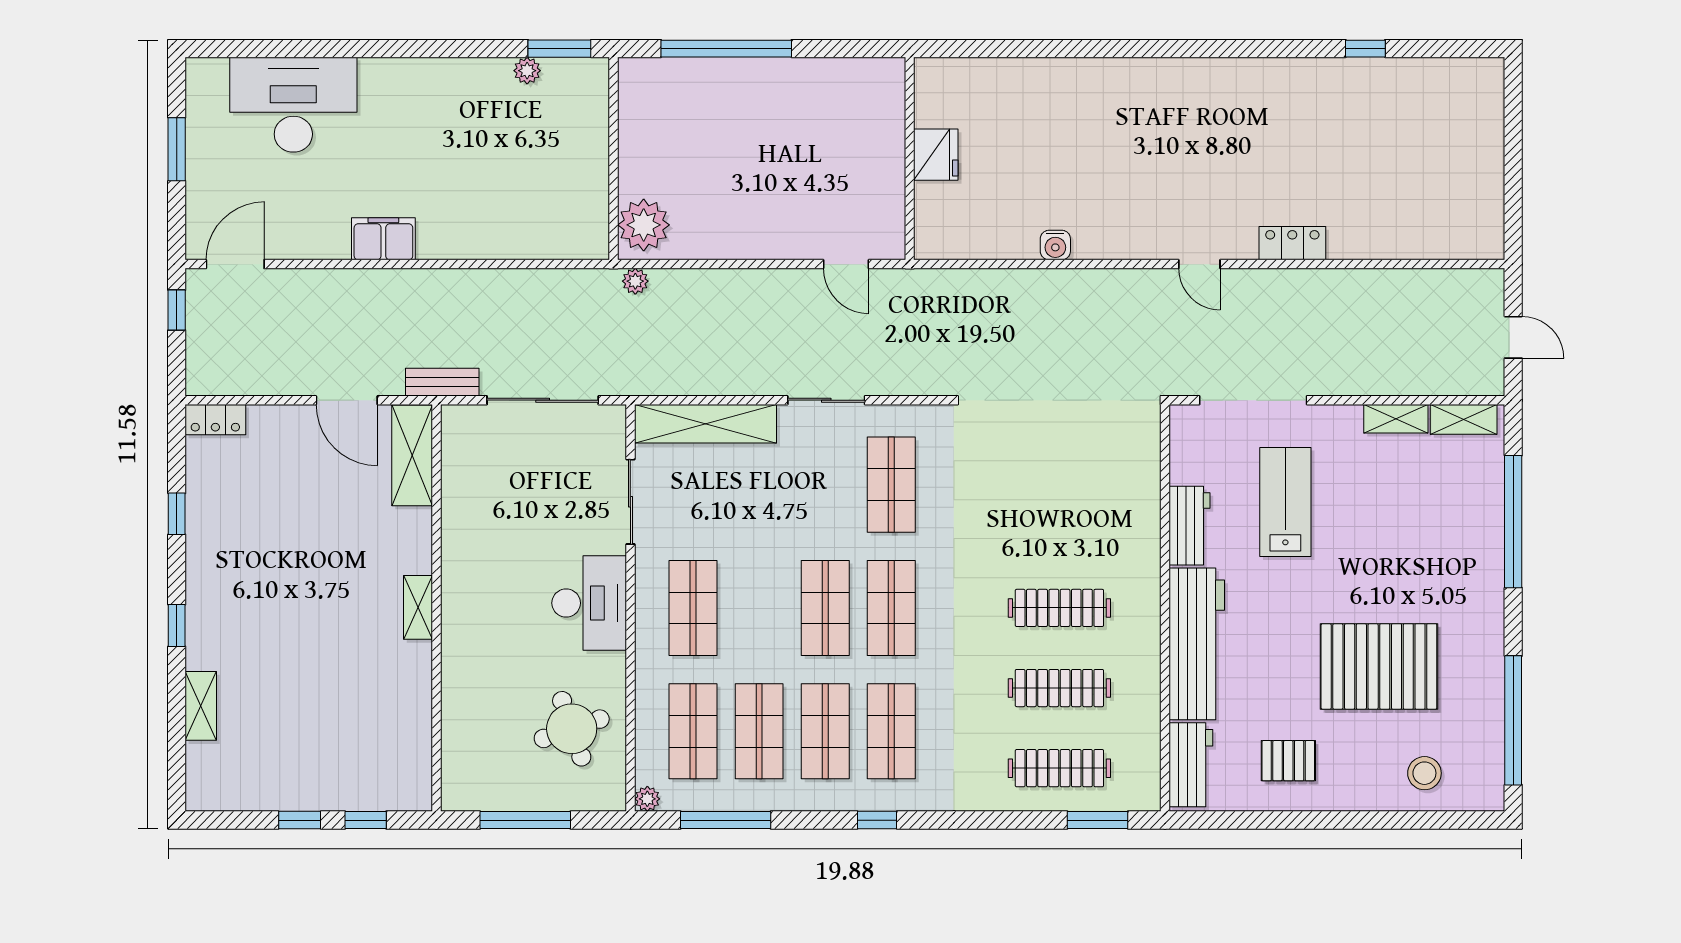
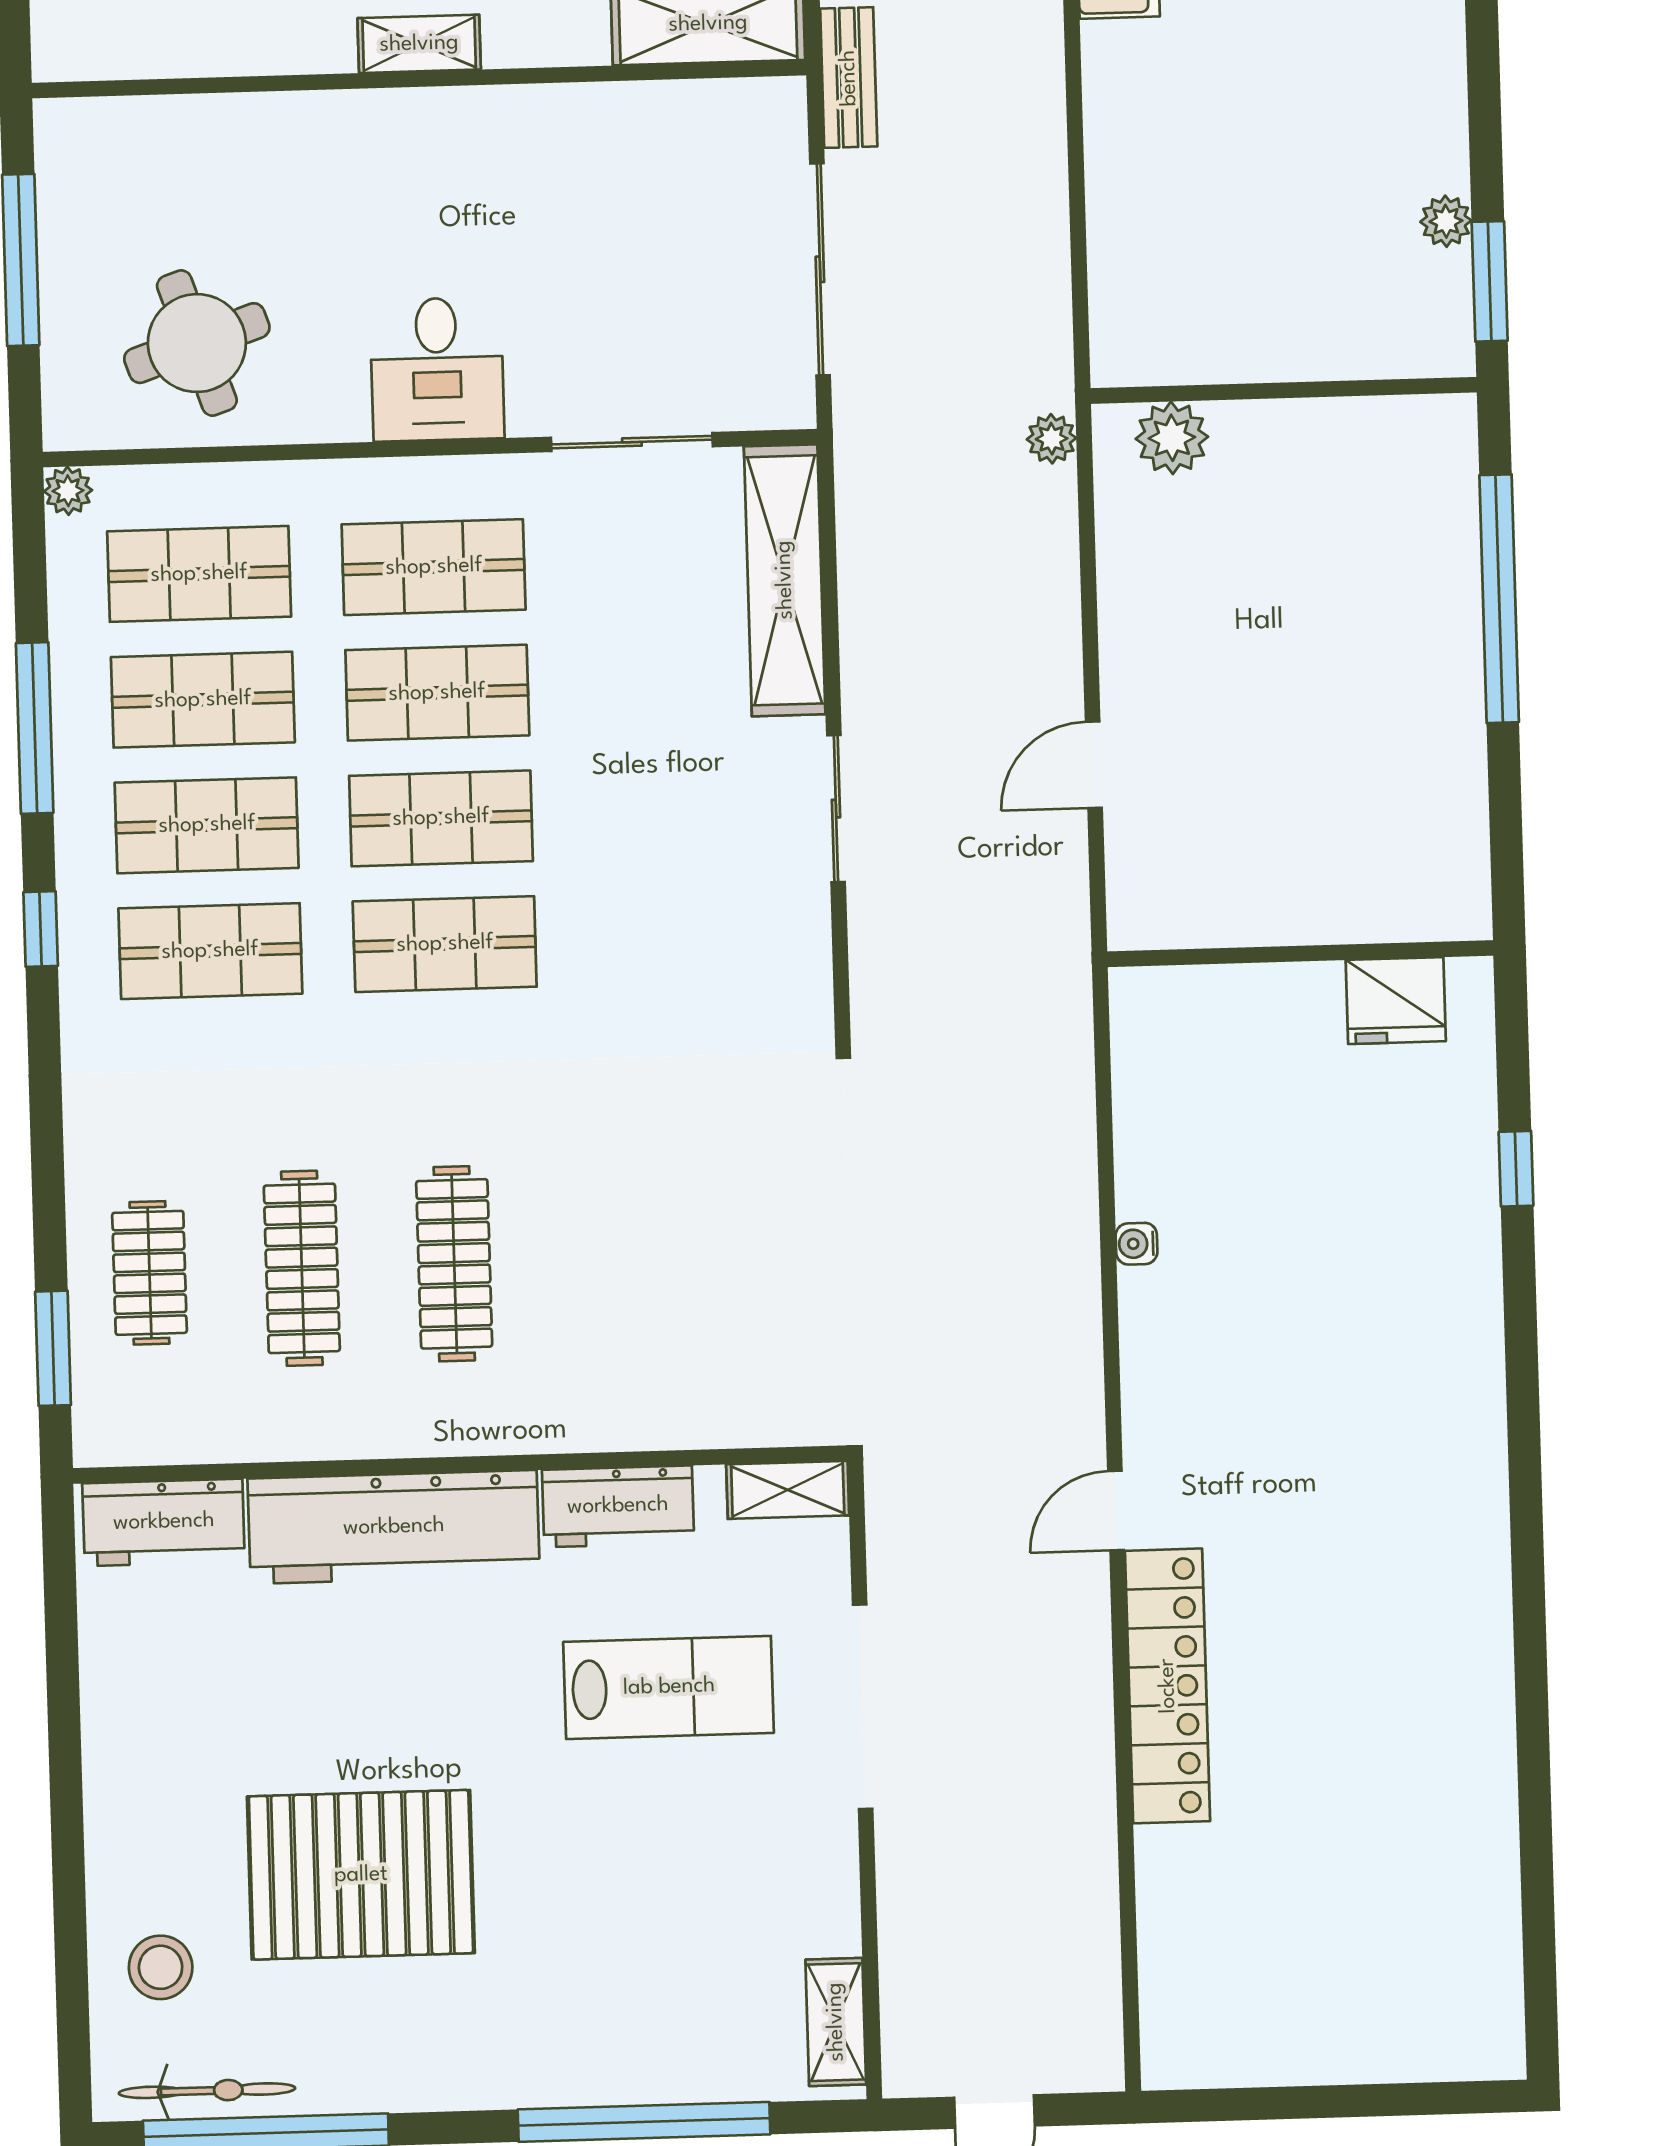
window: (1365, 49) -> (1516, 1169), moved
fridge: (936, 155) -> (1396, 1001), moved
plant: (644, 225) -> (1172, 438), width x0.73, depth x0.73
locker: (1292, 243) -> (1168, 1686), width x2.16, depth x1.21
water cooler: (1055, 245) -> (1136, 1244), width x0.72, depth x0.72
door: (846, 264) -> (1094, 765), moved
doorway: (1253, 400) -> (863, 1707), moved
shelving: (1396, 419) -> (788, 1490), moved, turned 90
shop shelf: (891, 485) -> (437, 693), moved
desk: (589, 603) -> (437, 369), width x0.73
pallet: (1379, 666) -> (361, 1875), turned 90
bicycle: (1490, 751) -> (207, 2091), added
pallet: (1288, 761) -> (177, 1708), removed
clothes rail: (1059, 768) -> (149, 1273), width x0.73
window: (726, 820) -> (35, 728), moved

